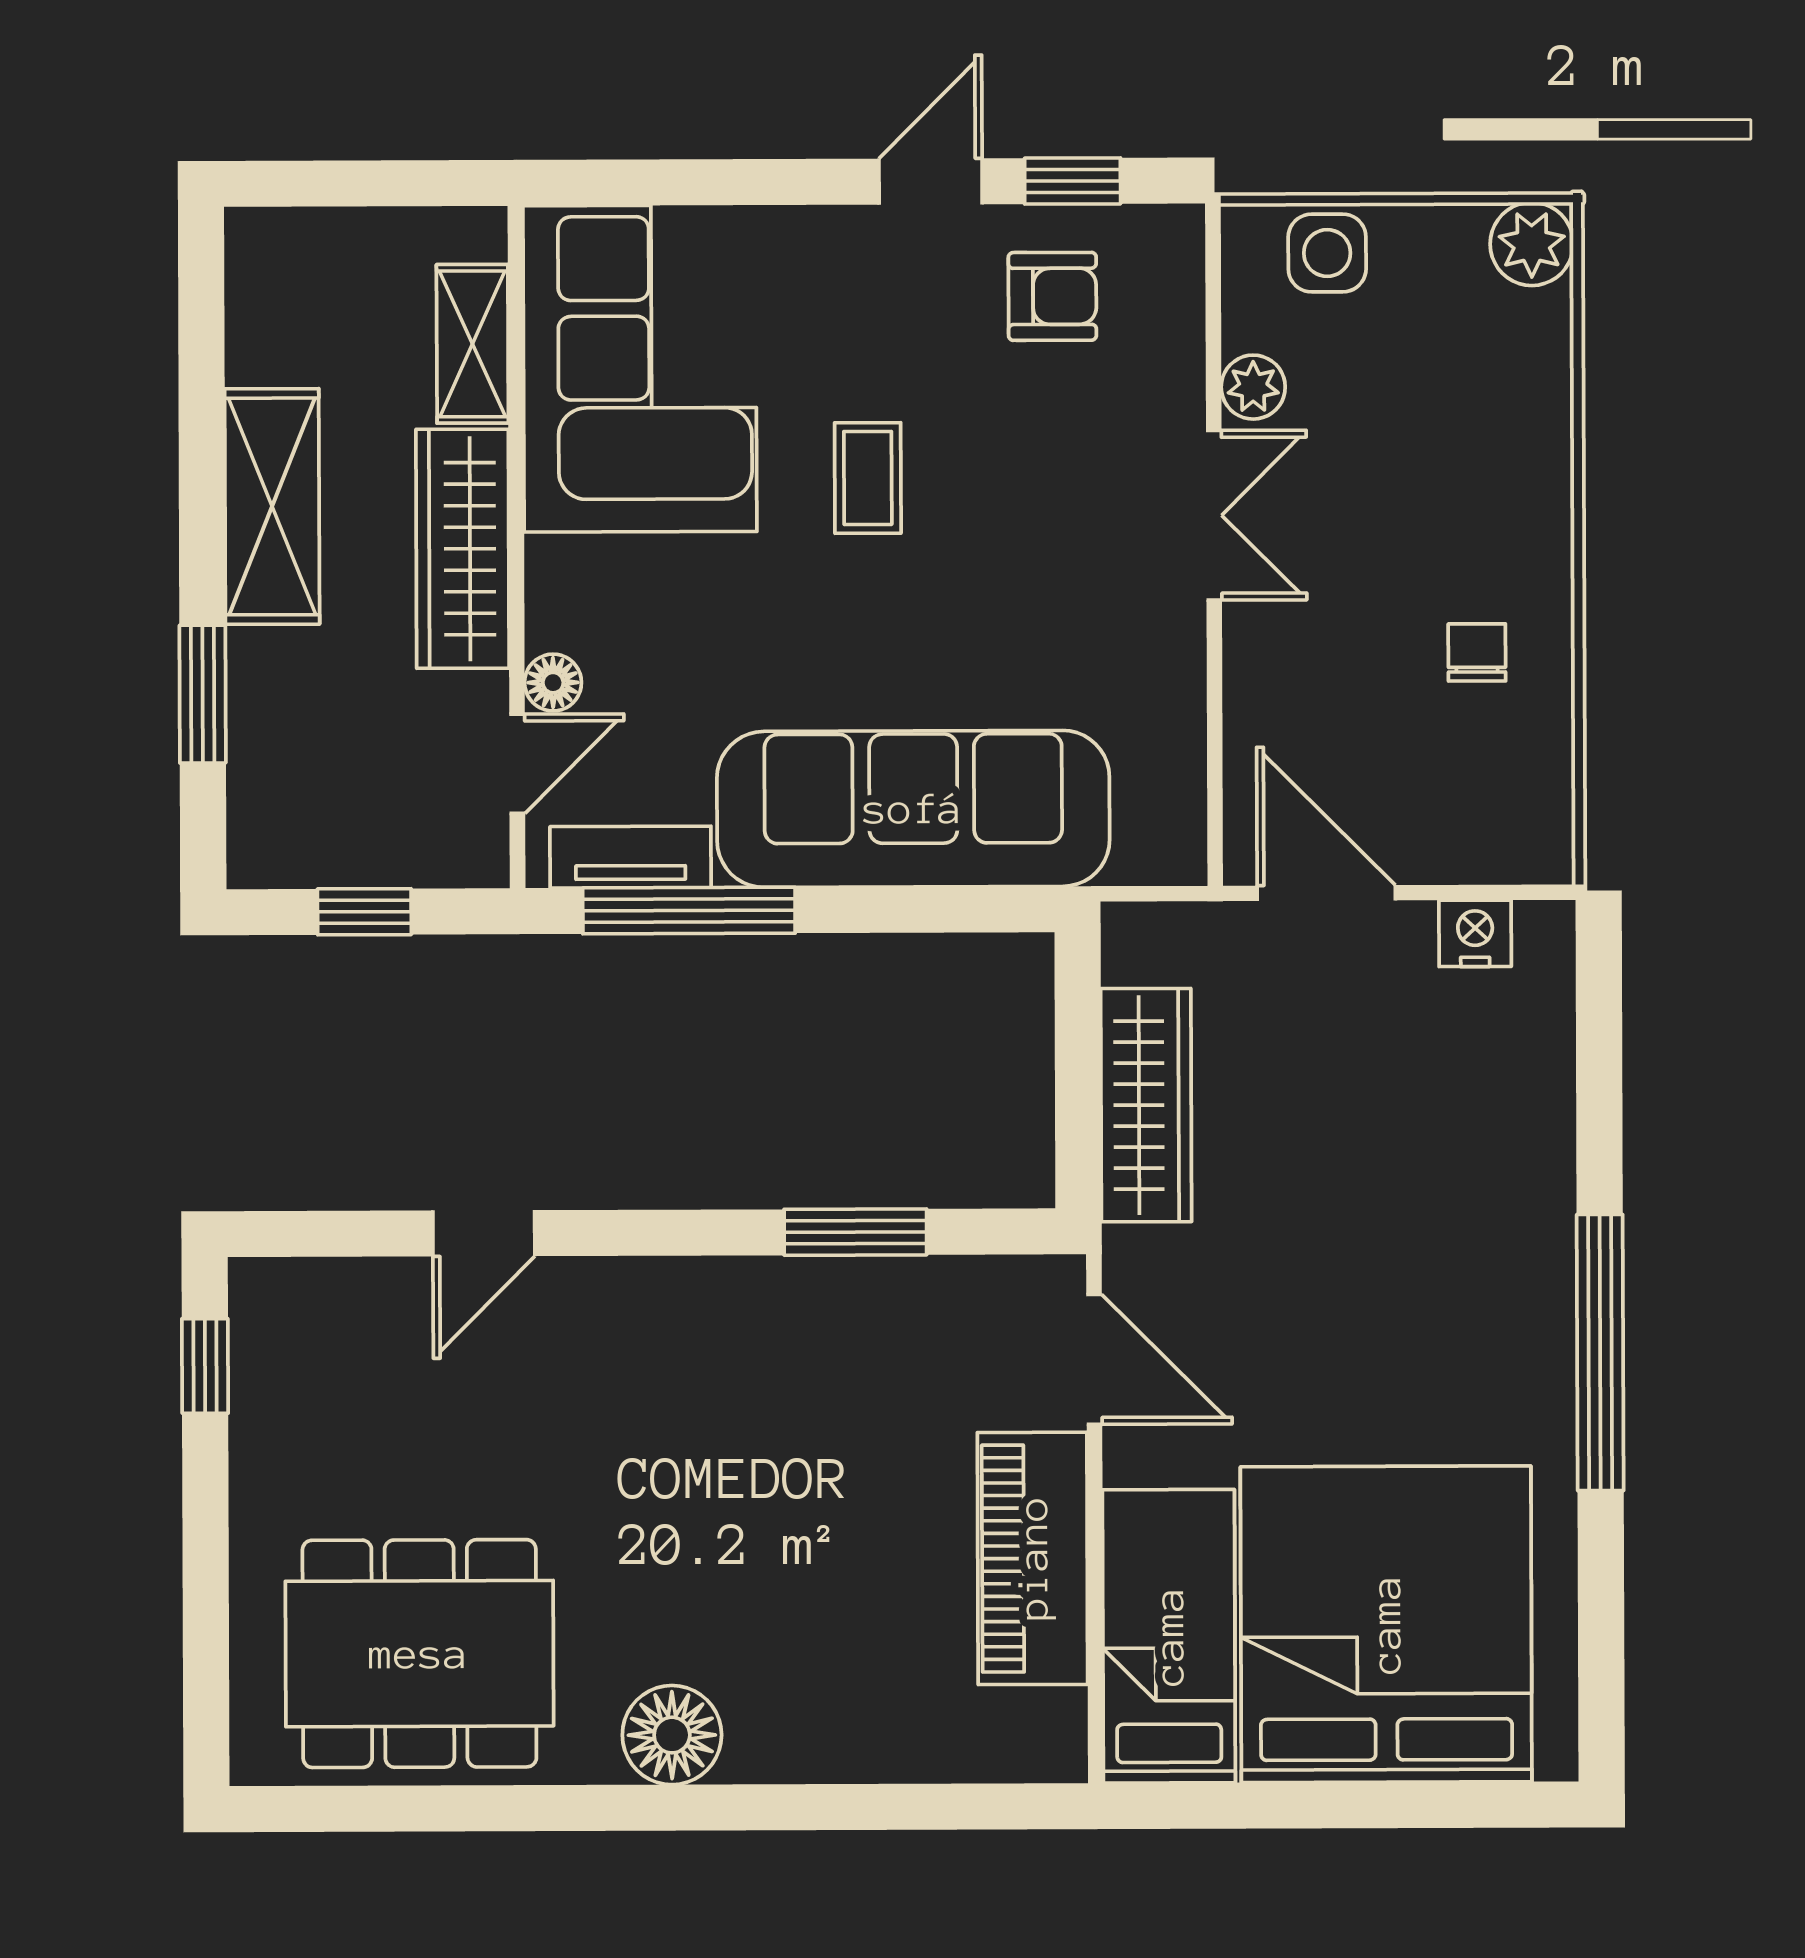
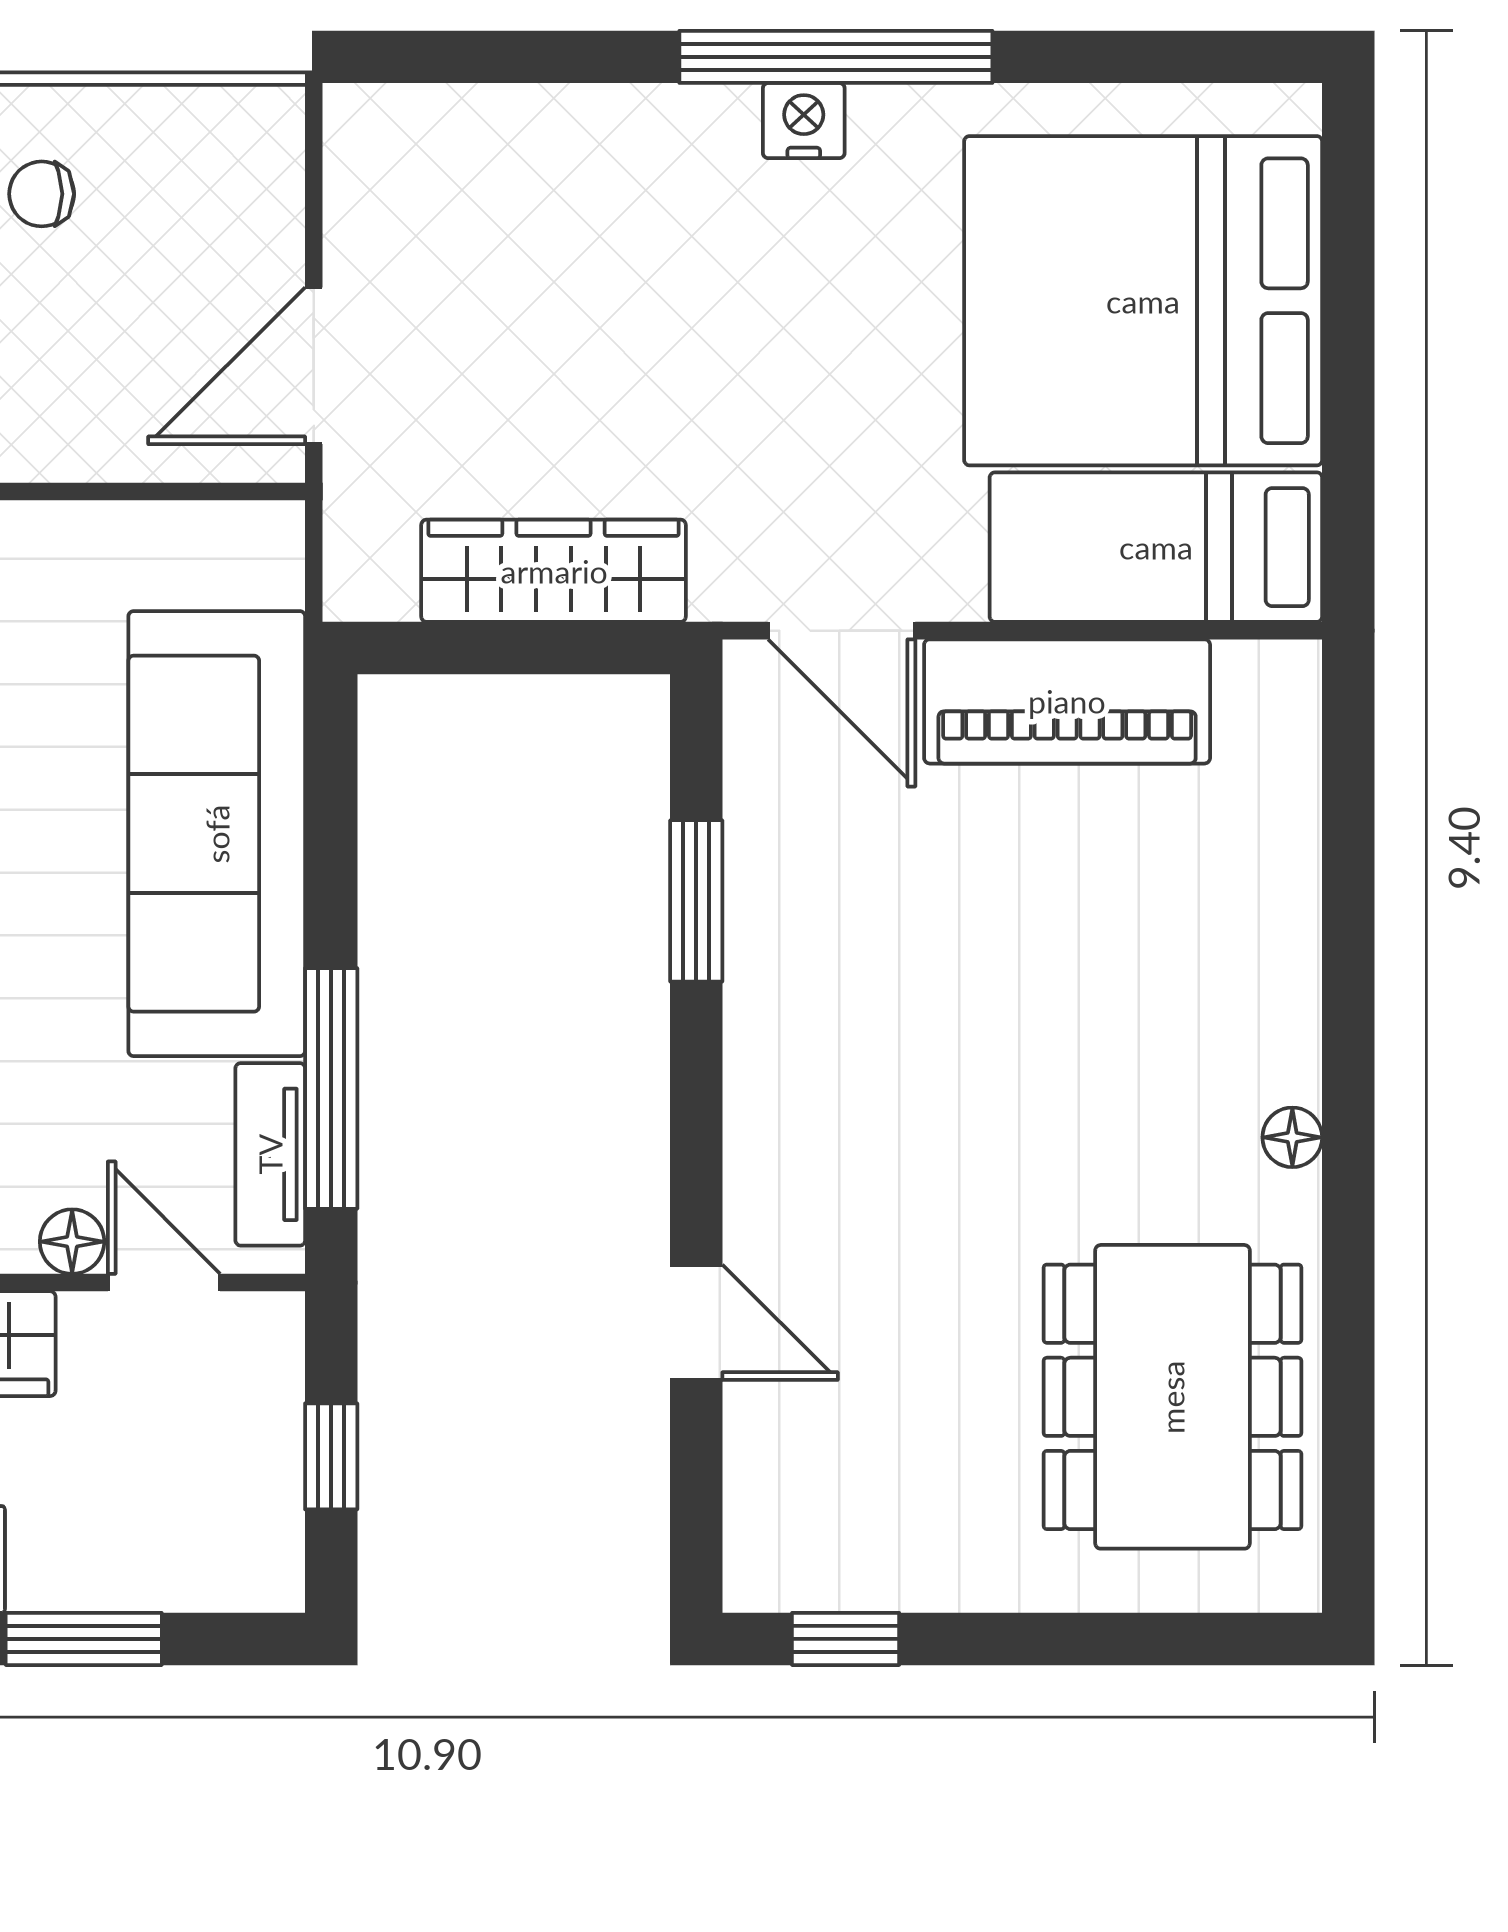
nightstand: (1475, 933) -> (804, 121), moved, turned 90
door: (1094, 1359) -> (842, 631), swing flipped
floor lamp: (672, 1735) -> (1292, 1137), width x0.53, depth x0.53

